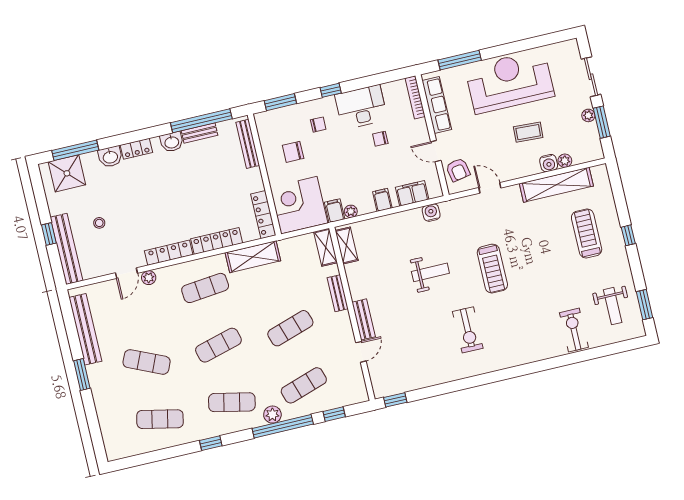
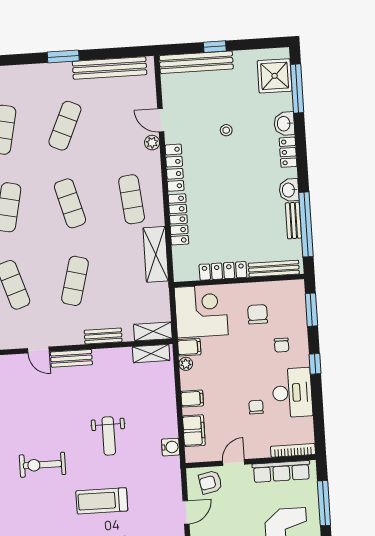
locker: (263, 215) -> (223, 271), moved
stool: (99, 223) -> (226, 130), moved
exercise mat: (290, 328) -> (75, 281), turned 33

